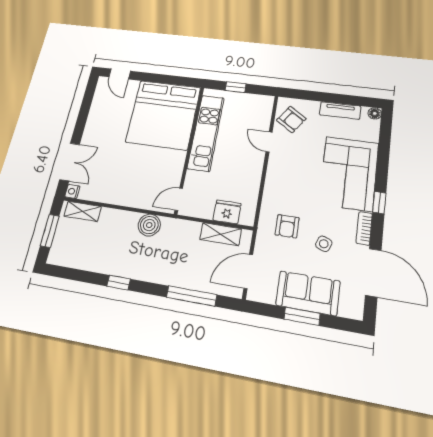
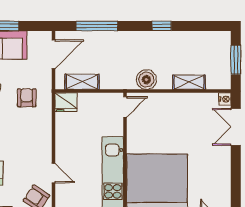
shelving: (83, 211) -> (189, 82), moved
fridge: (227, 212) -> (66, 102), moved

